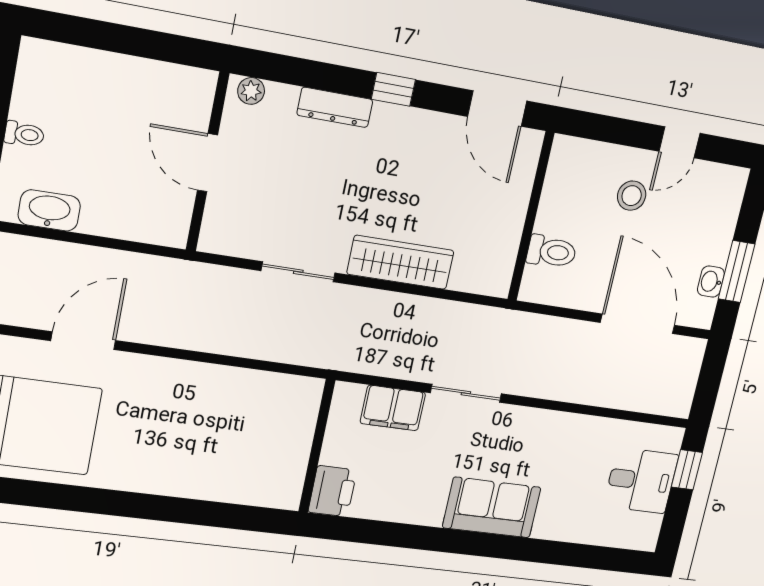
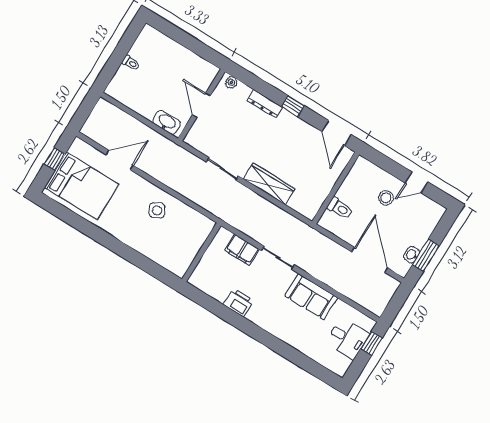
washbasin: (49, 210) -> (167, 122), moved
side table: (199, 406) -> (157, 210), added
printer: (332, 491) -> (238, 303), moved, turned -90
sofa: (492, 507) -> (311, 297), moved, turned 180

